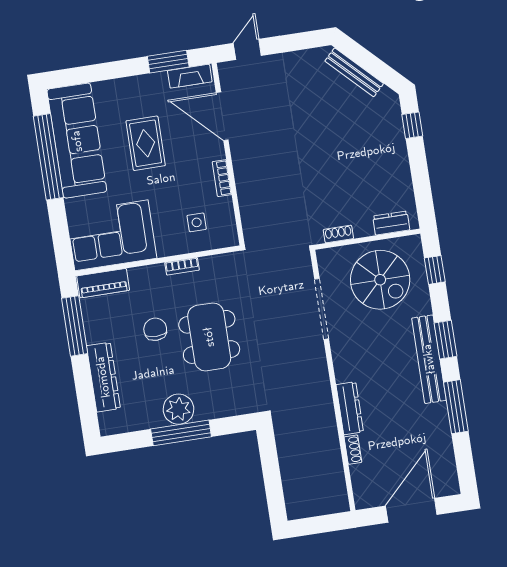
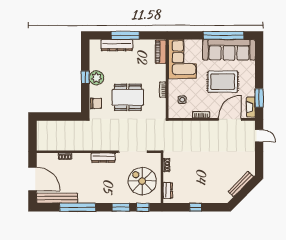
window: (412, 125) -> (196, 207), moved
rug: (146, 143) -> (223, 82), width x1.36, depth x1.43
spiral stairs: (380, 280) -> (142, 181), turned 90
window: (75, 326) -> (125, 35), moved
chair: (155, 329) -> (96, 103), moved
window: (446, 340) -> (121, 207), moved
bench: (429, 359) -> (57, 198), moved
window: (456, 407) -> (78, 207), width x1.46
dresser: (350, 408) -> (103, 158), moved
window: (181, 433) -> (85, 77), width x0.46

